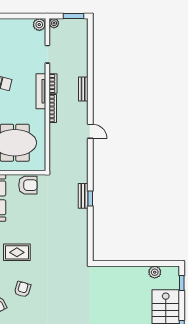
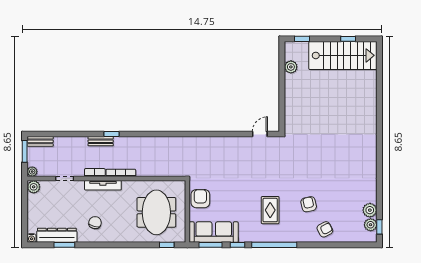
door: (90, 131) -> (260, 134), moved
bench: (83, 196) -> (40, 141), moved
window: (90, 199) -> (112, 134), moved
armchair: (23, 289) -> (309, 204), turned 61

